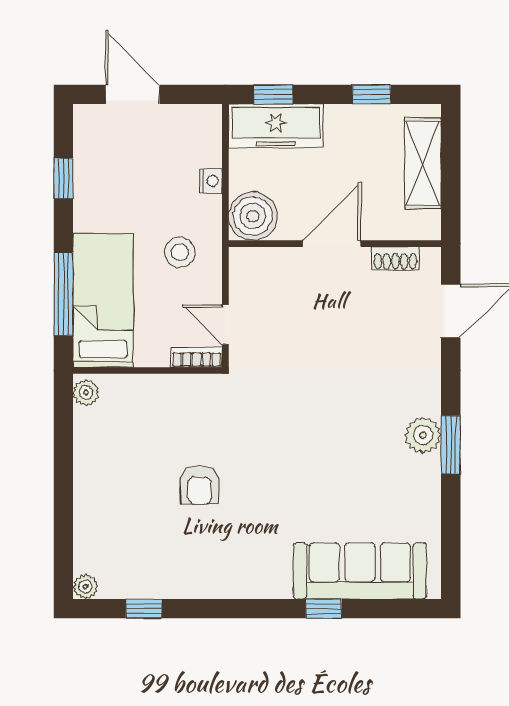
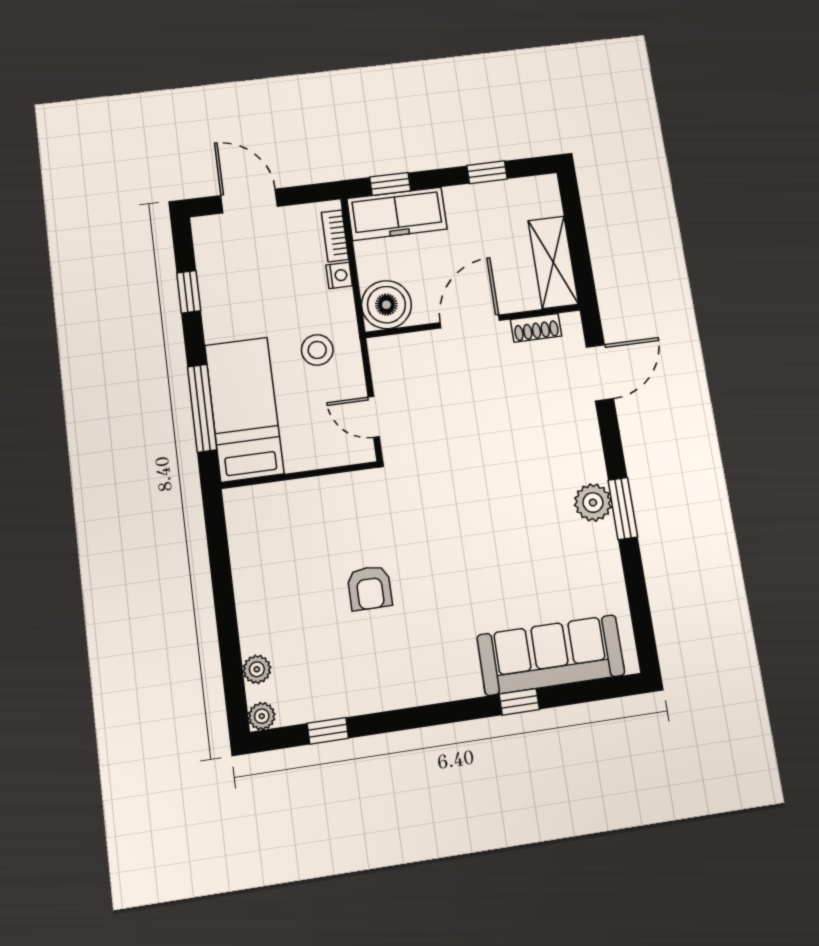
shelving: (423, 163) -> (553, 262), moved
bookcase: (197, 357) -> (335, 236), moved, turned -90
plant: (86, 392) -> (257, 669), moved

